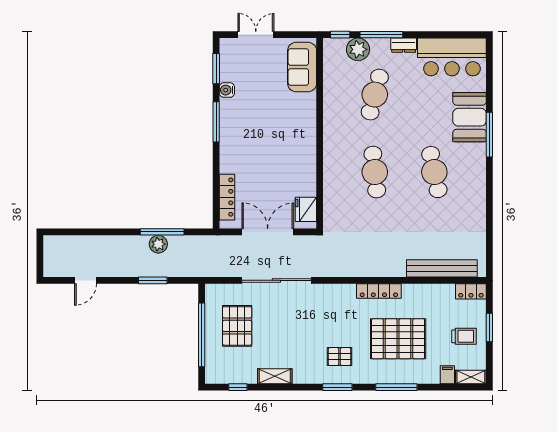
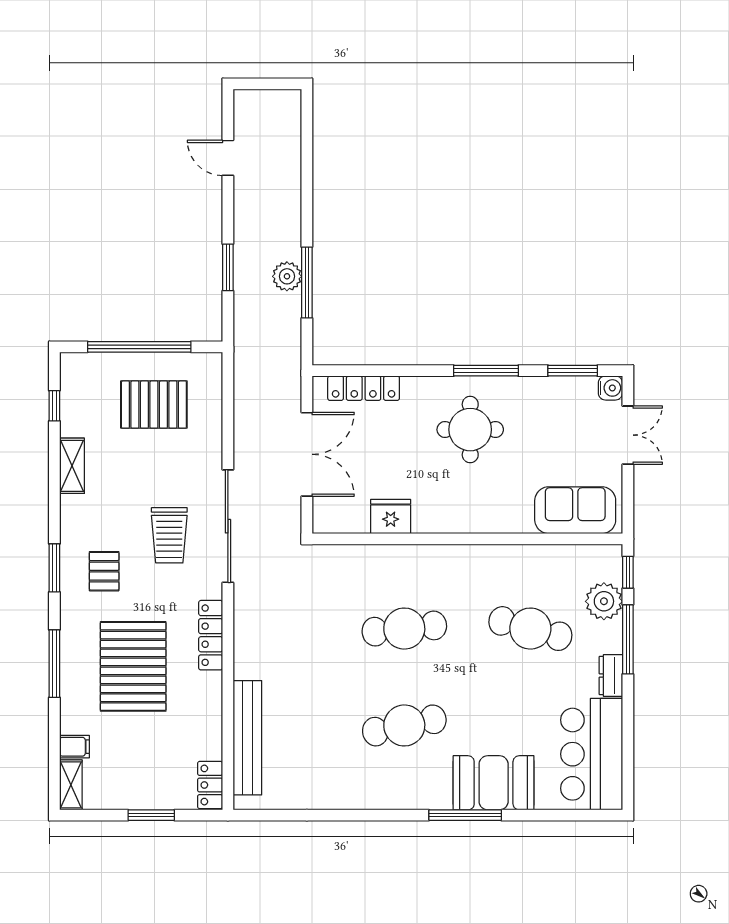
water cooler: (227, 90) -> (610, 388), moved, turned 90
round table: (252, 132) -> (470, 430), added
fridge: (306, 209) -> (391, 516), moved
sliding door: (276, 280) -> (228, 526), moved
trolley: (464, 336) -> (169, 535), moved, width x1.36, depth x1.39

